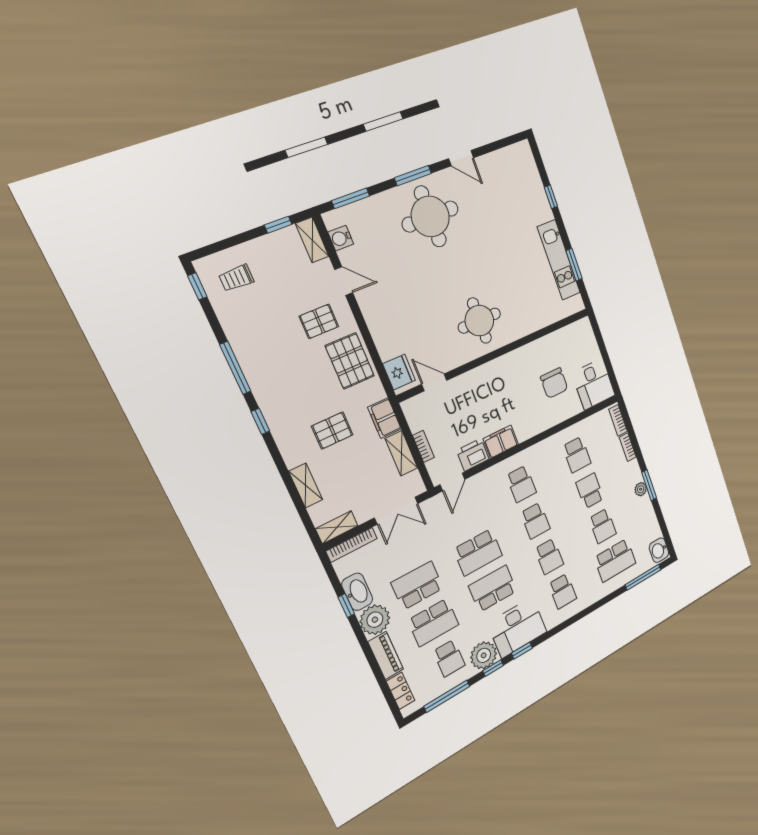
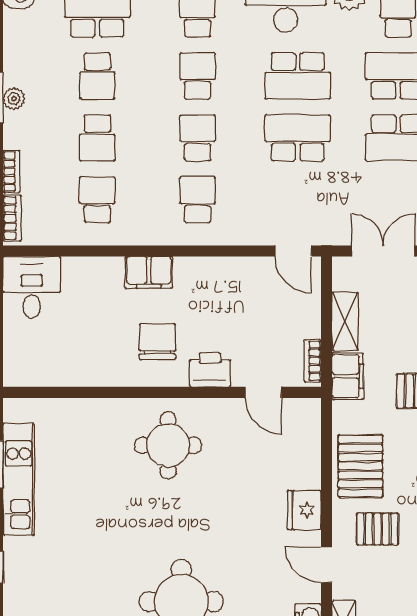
fridge: (399, 372) -> (304, 510), moved
chair: (554, 383) -> (157, 342), moved
filing cabinet: (501, 442) -> (149, 272), moved
bookcase: (423, 446) -> (313, 361), moved
printer: (473, 455) -> (210, 370), moved, turned 180
door: (452, 482) -> (293, 251), swing flipped
school desk: (603, 526) -> (97, 76), turned 180

